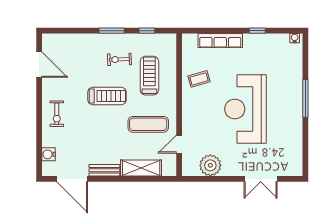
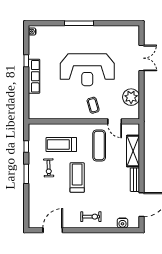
row of seats: (220, 41) -> (34, 76), moved
coffee table: (199, 79) -> (93, 105), moved

